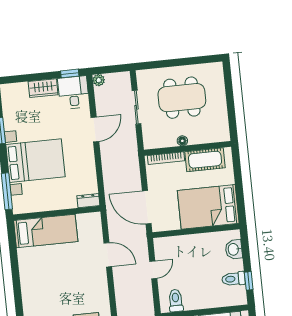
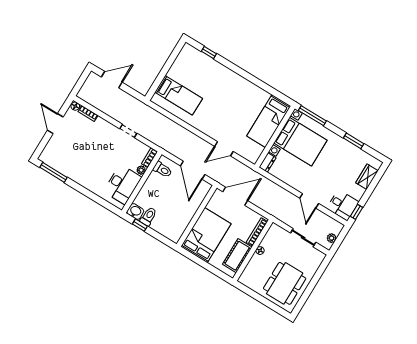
plant: (99, 80) -> (332, 238), moved
wardrobe: (43, 88) -> (367, 177), moved
dining table: (182, 98) -> (285, 283), moved
bed with nightstands: (35, 161) -> (300, 142), moved, turned -90
washbasin: (234, 249) -> (135, 211), moved
door: (153, 270) -> (193, 170), width x1.87

